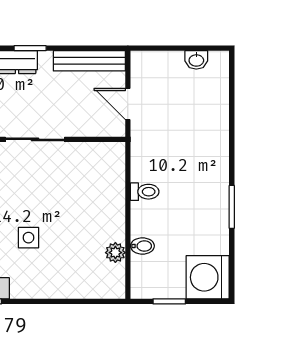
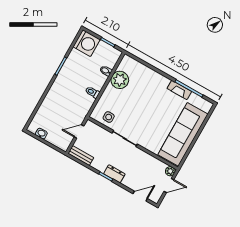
bench: (89, 61) -> (81, 156), width x0.73
door: (128, 104) -> (79, 131), swing flipped
side table: (28, 238) -> (109, 117), moved
plant: (115, 253) -> (120, 80), width x1.88, depth x1.88

